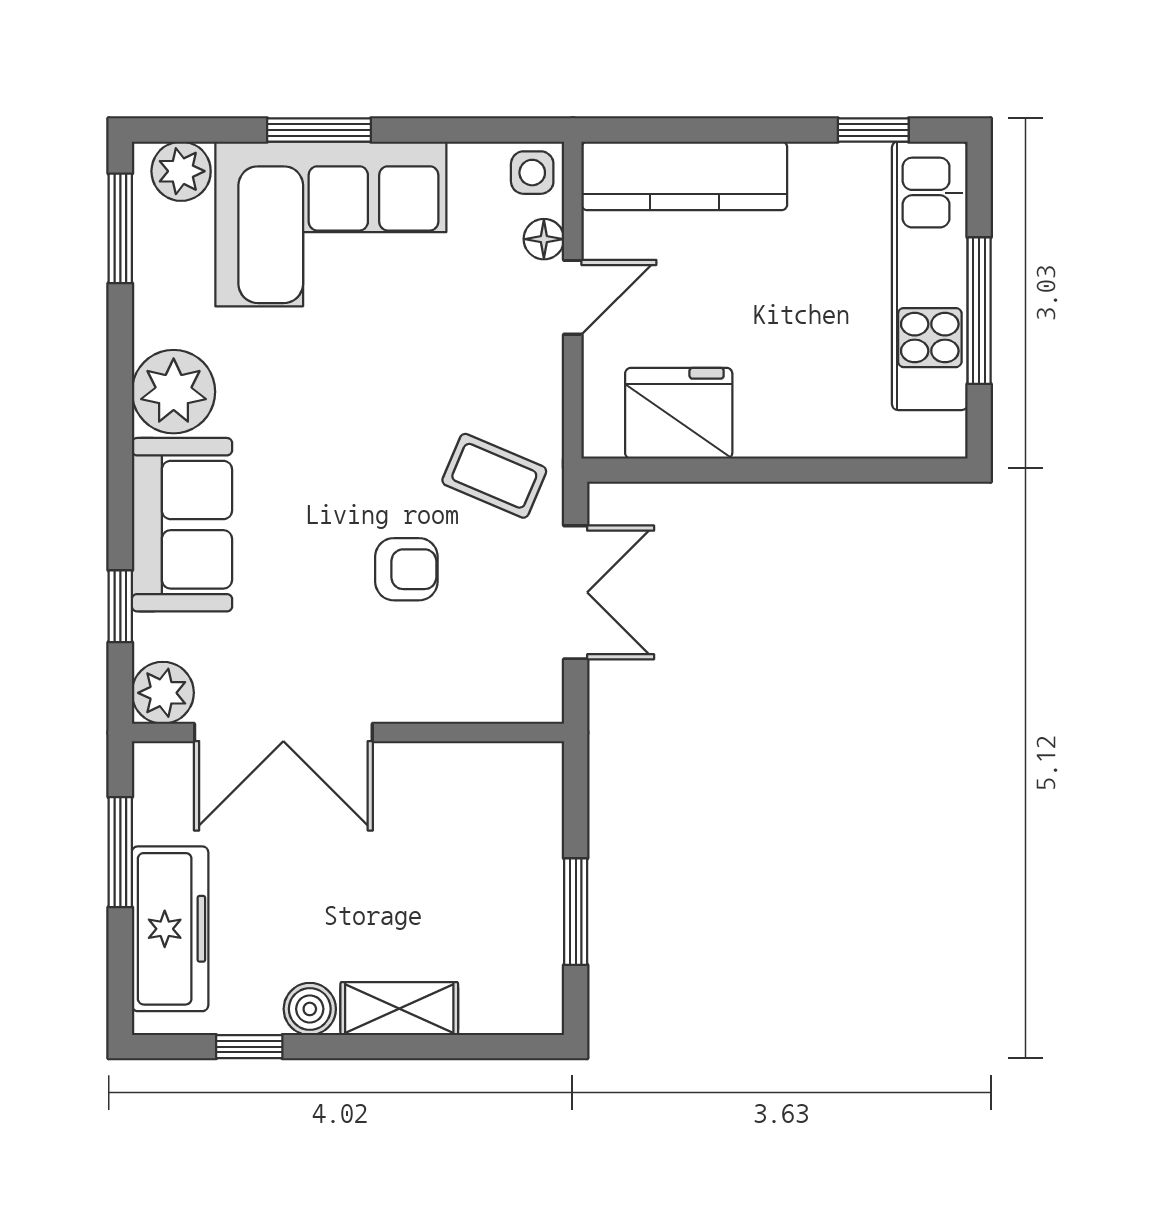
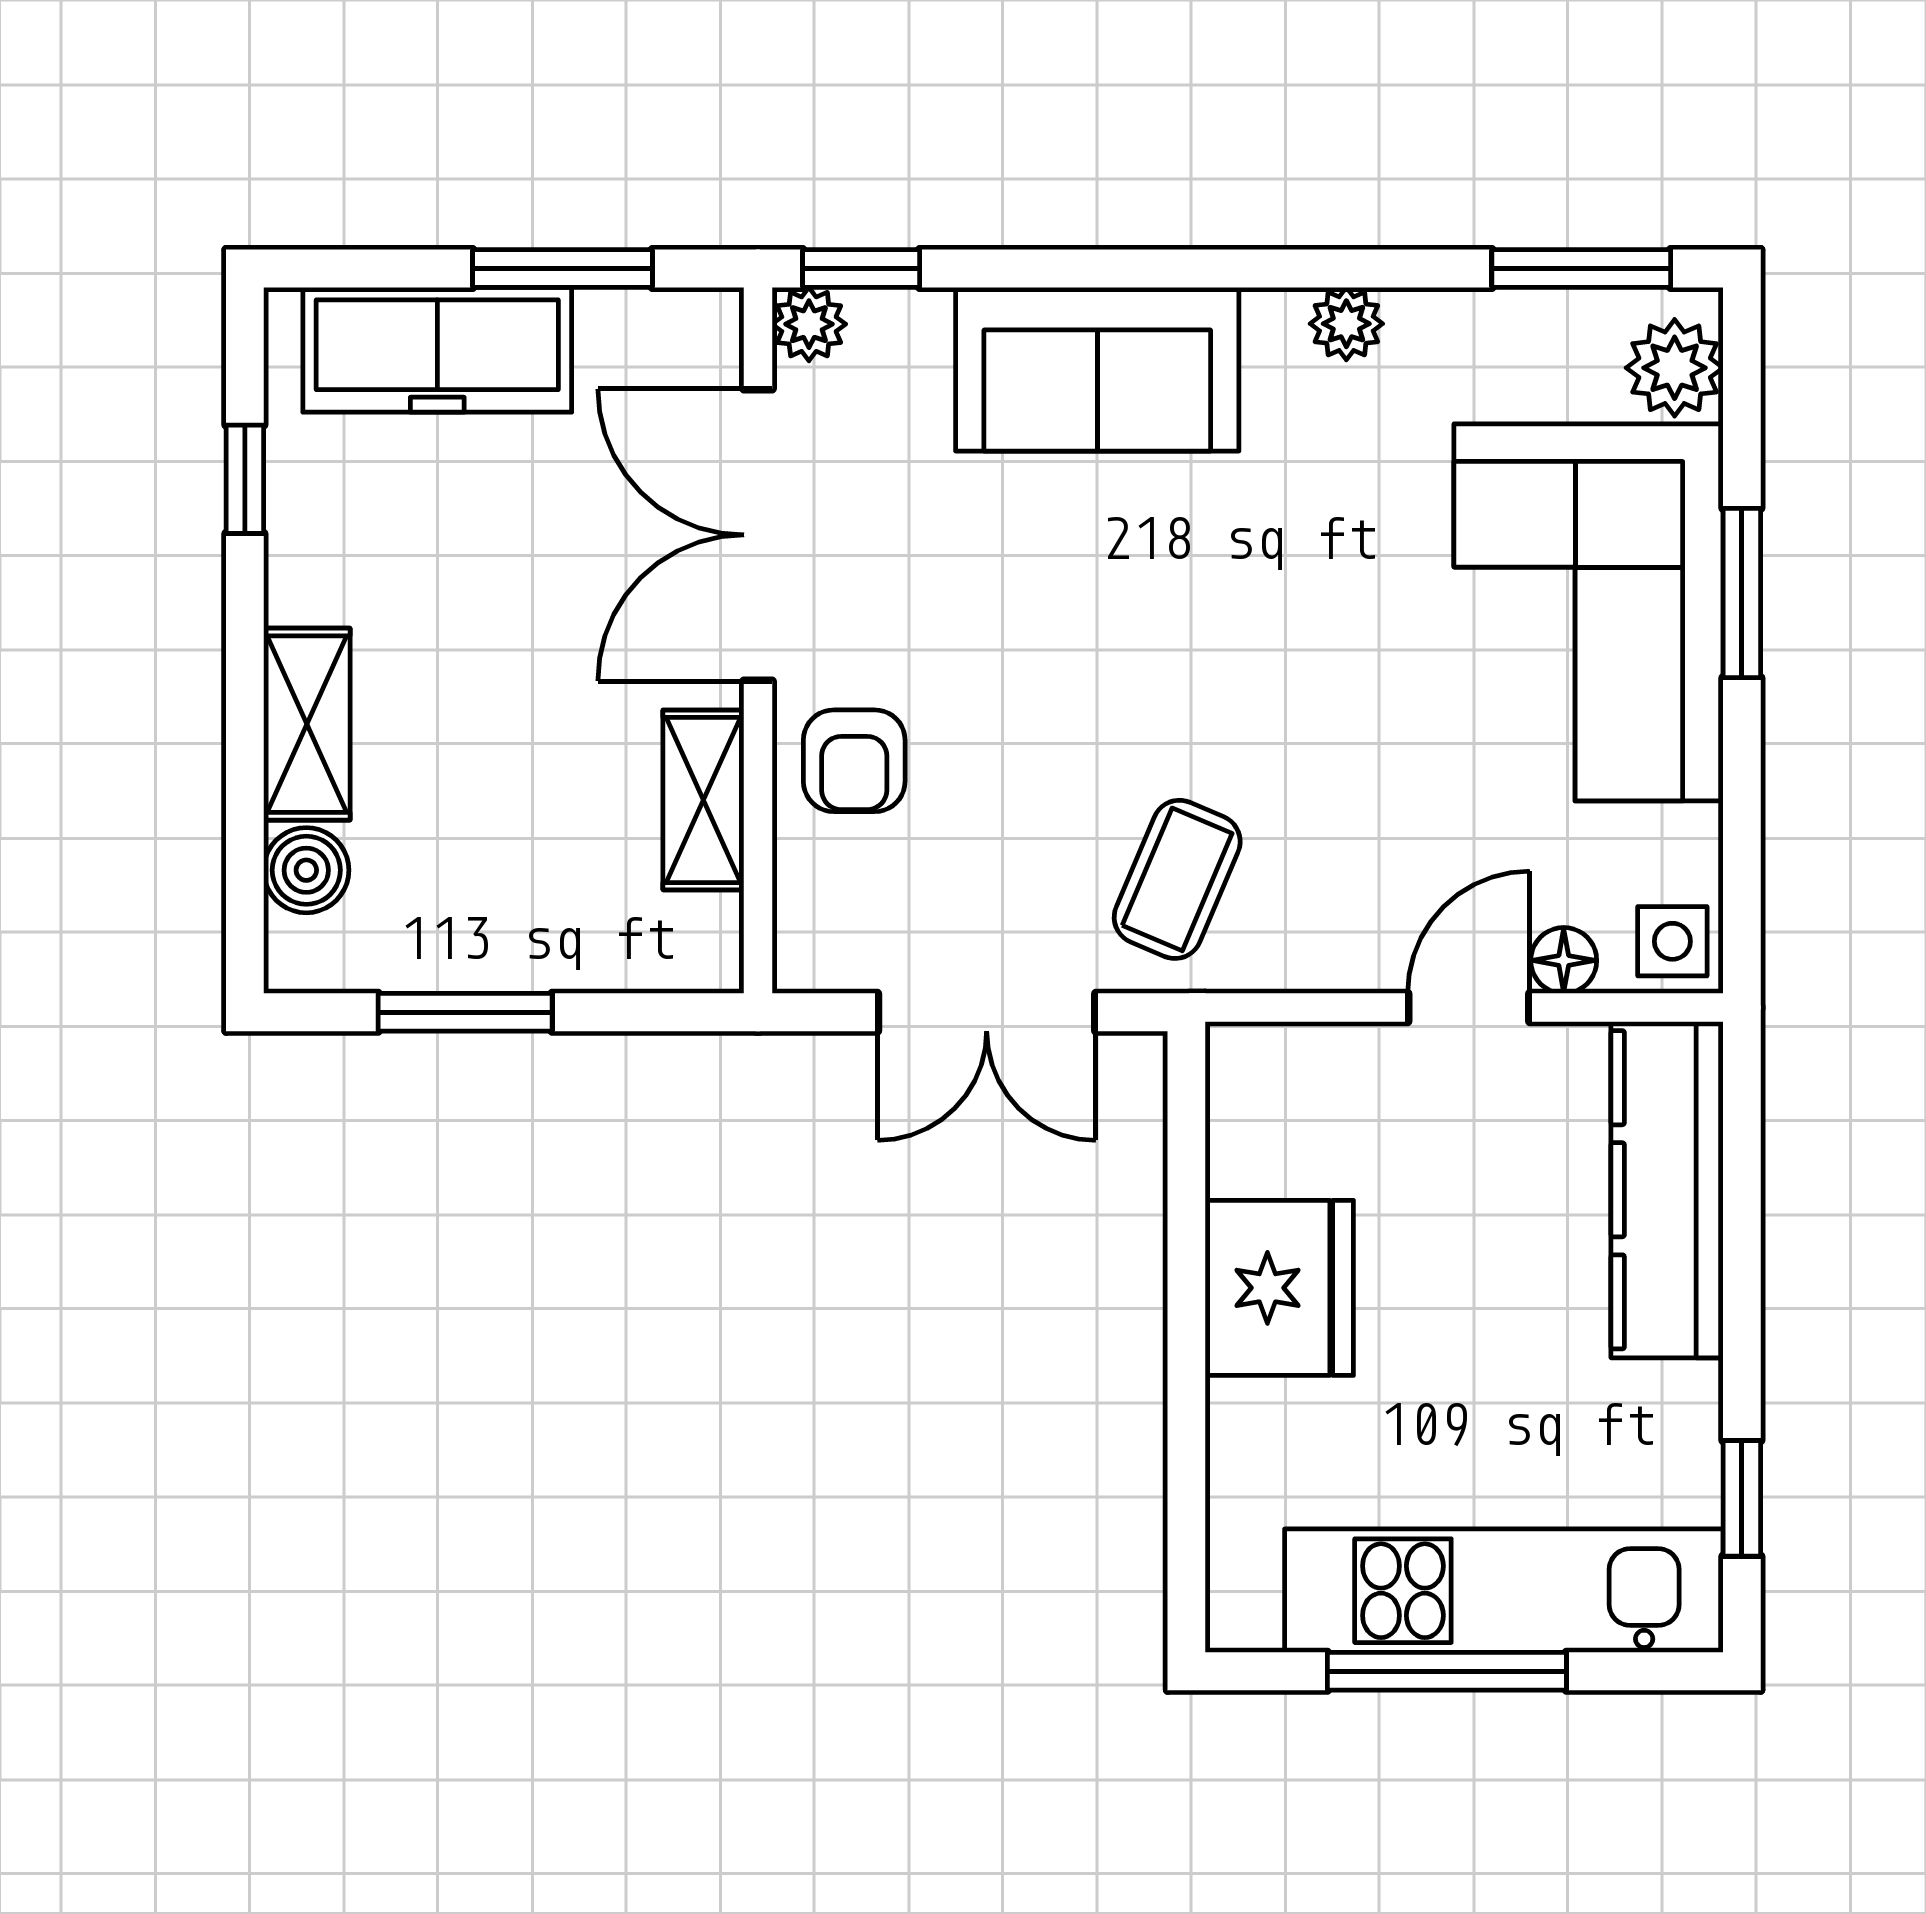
door: (573, 297) -> (1469, 1008), swing flipped
plant: (174, 392) -> (1346, 324), width x0.53, depth x0.53
fridge: (679, 413) -> (1279, 1288), moved
armchair: (406, 569) -> (854, 761), moved
window: (120, 606) -> (861, 268), moved
plant: (163, 693) -> (809, 324), width x0.73, depth x0.73
shelving: (446, 766) -> (703, 800), added
boiler: (310, 1009) -> (306, 870), moved

